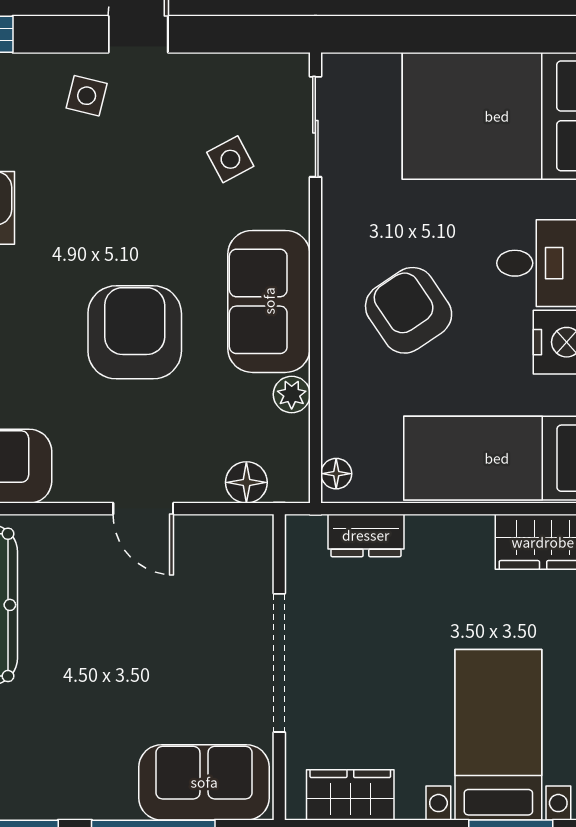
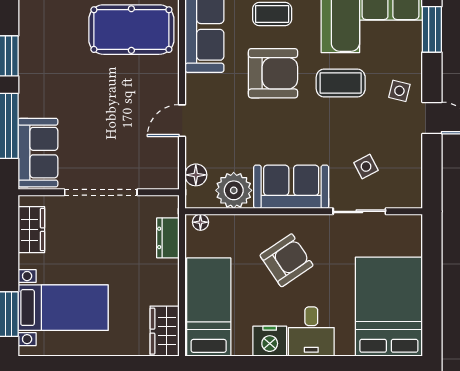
sliding door: (315, 127) -> (359, 211), moved
coffee table: (72, 207) -> (341, 83), added
armchair: (135, 332) -> (273, 73), moved
plant: (292, 394) -> (234, 190), width x1.87, depth x1.87

